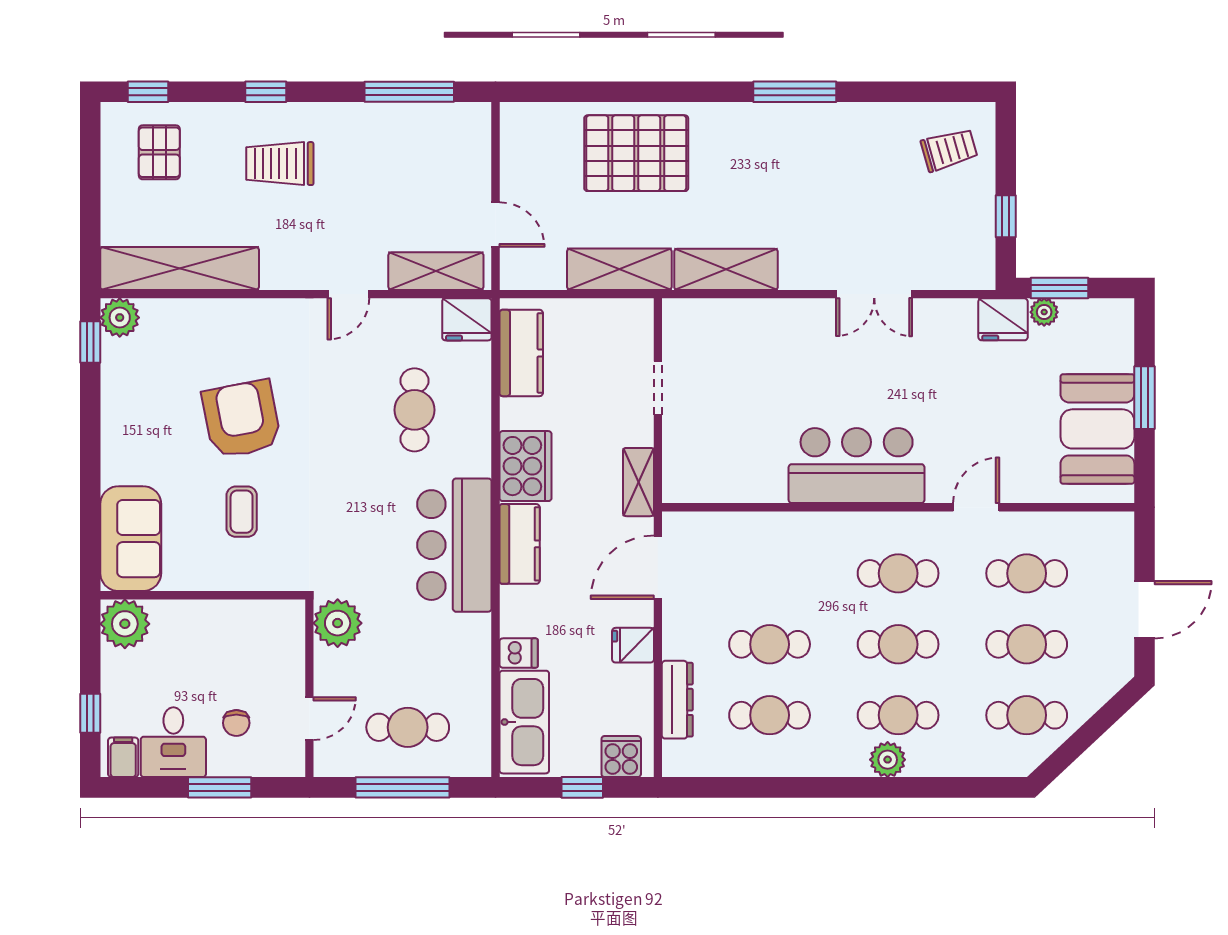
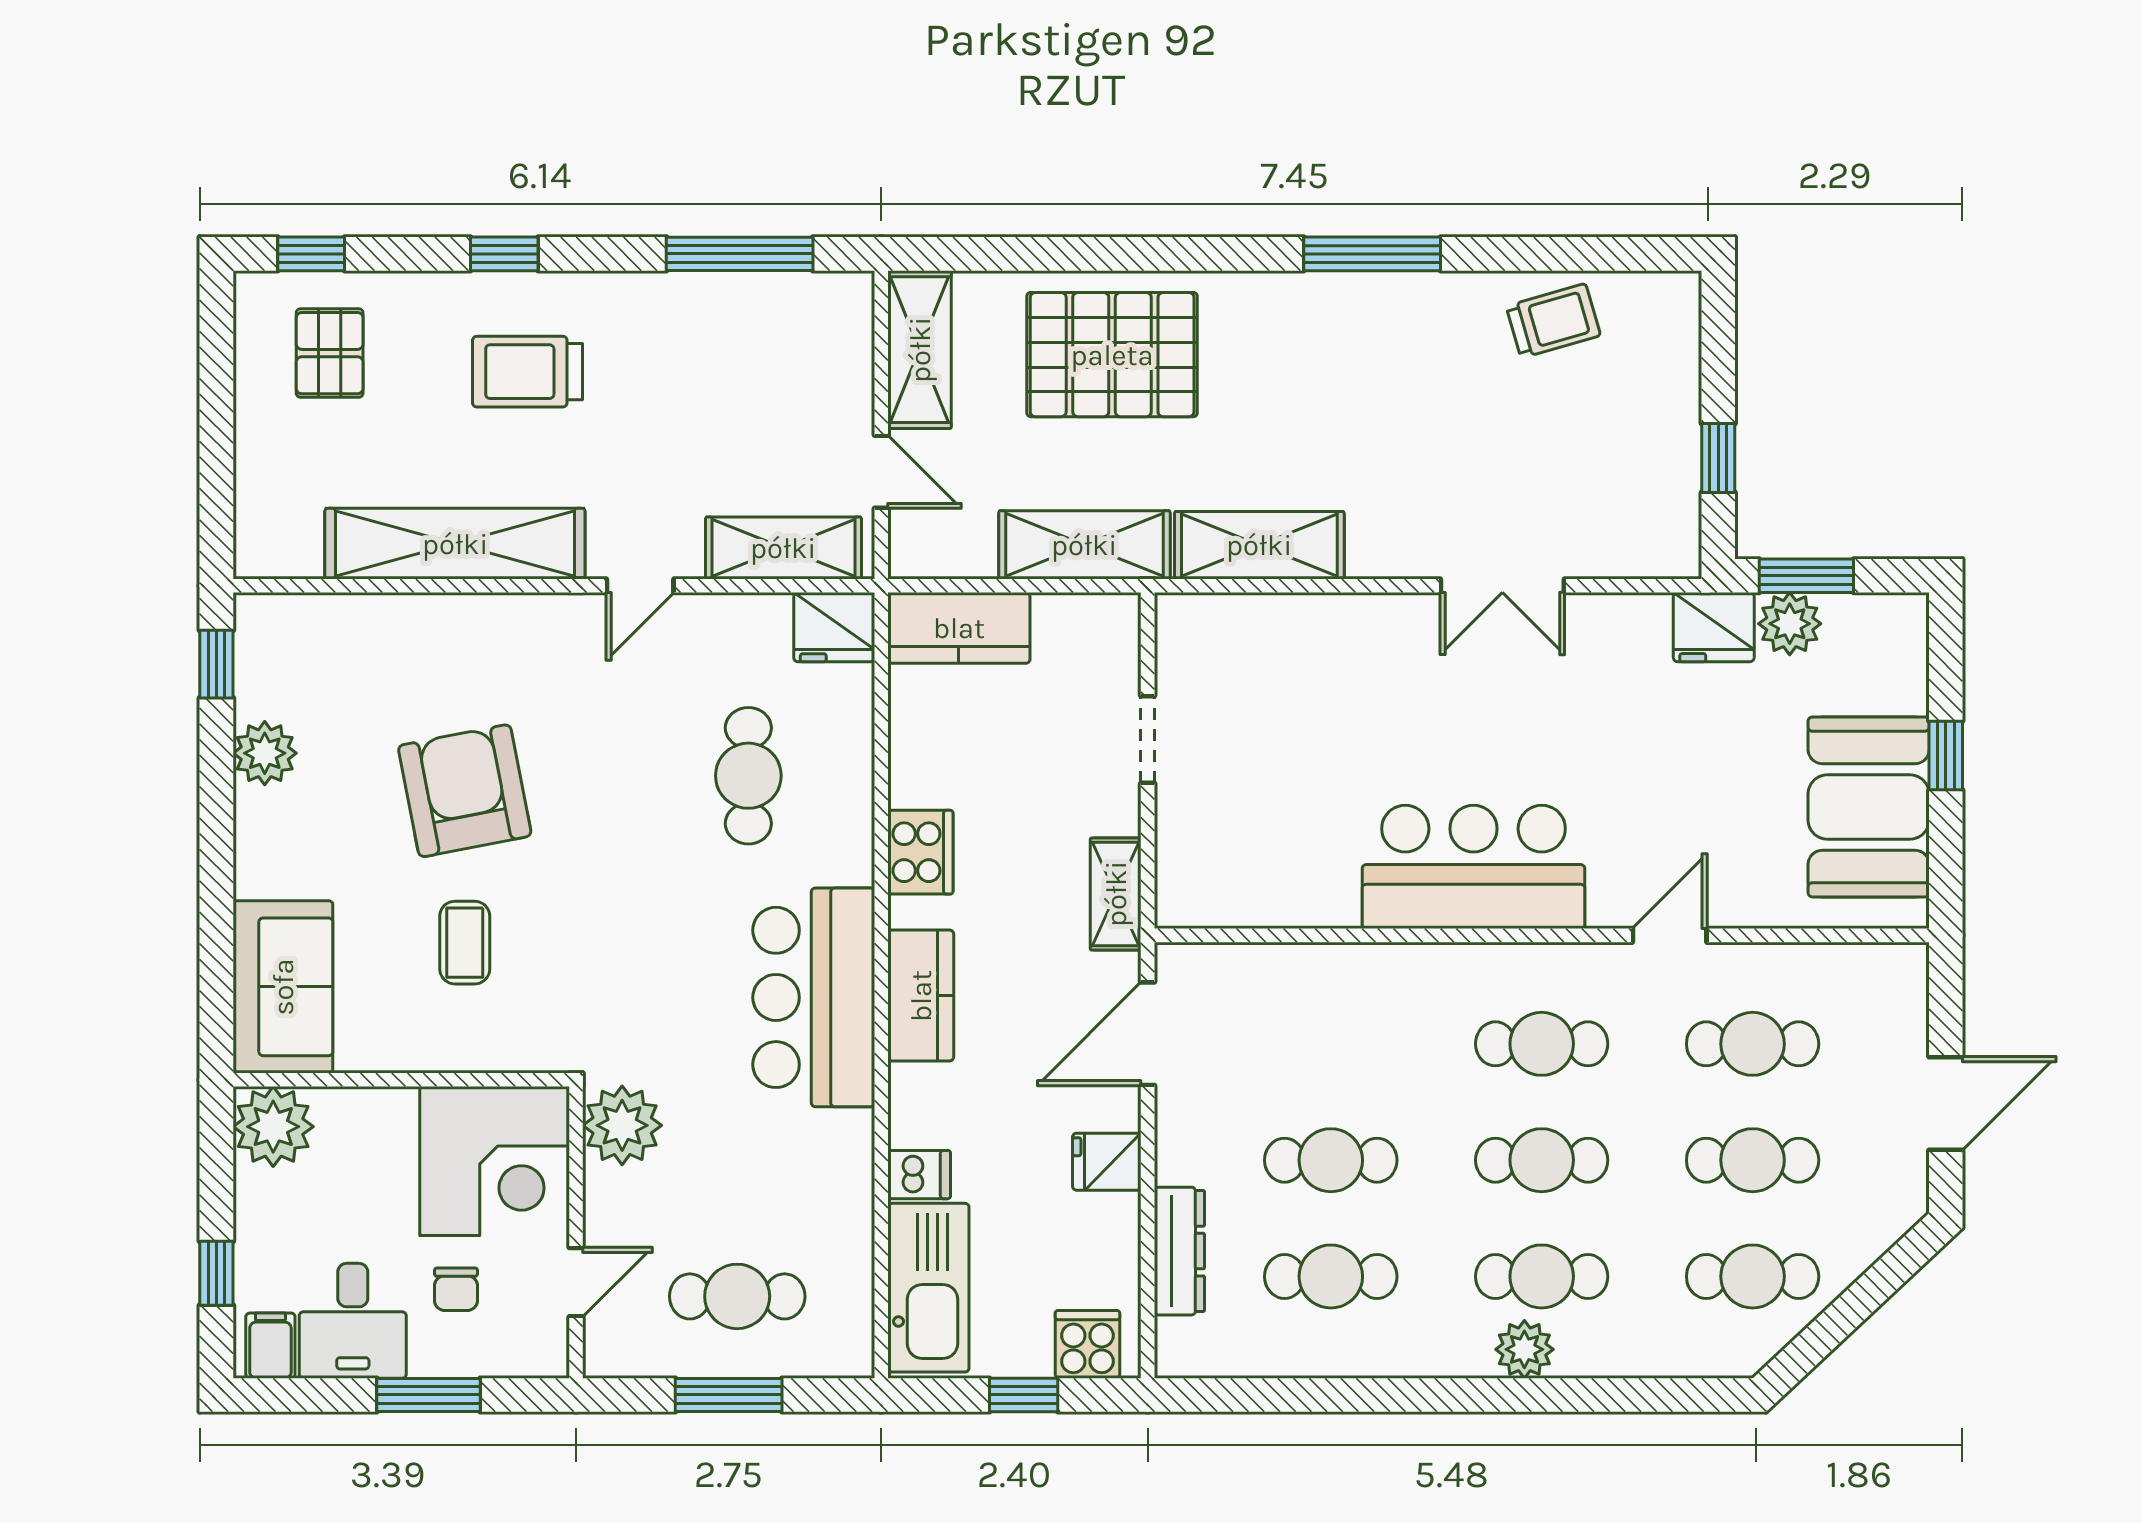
shelving: (519, 150) -> (920, 350), added
trolley: (949, 150) -> (1553, 321), moved
shelving: (180, 268) -> (455, 544), moved
plant: (1044, 312) -> (1790, 624), width x1.38, depth x1.38
plant: (120, 318) -> (265, 753), moved
kitchen counter: (521, 353) -> (959, 628), moved, turned 90
window: (1144, 398) -> (1946, 755), width x0.67
cooker: (525, 466) -> (920, 852), width x0.73, depth x0.76
corner desk: (260, 645) -> (495, 1161), added
window: (402, 787) -> (729, 1395), width x0.69

